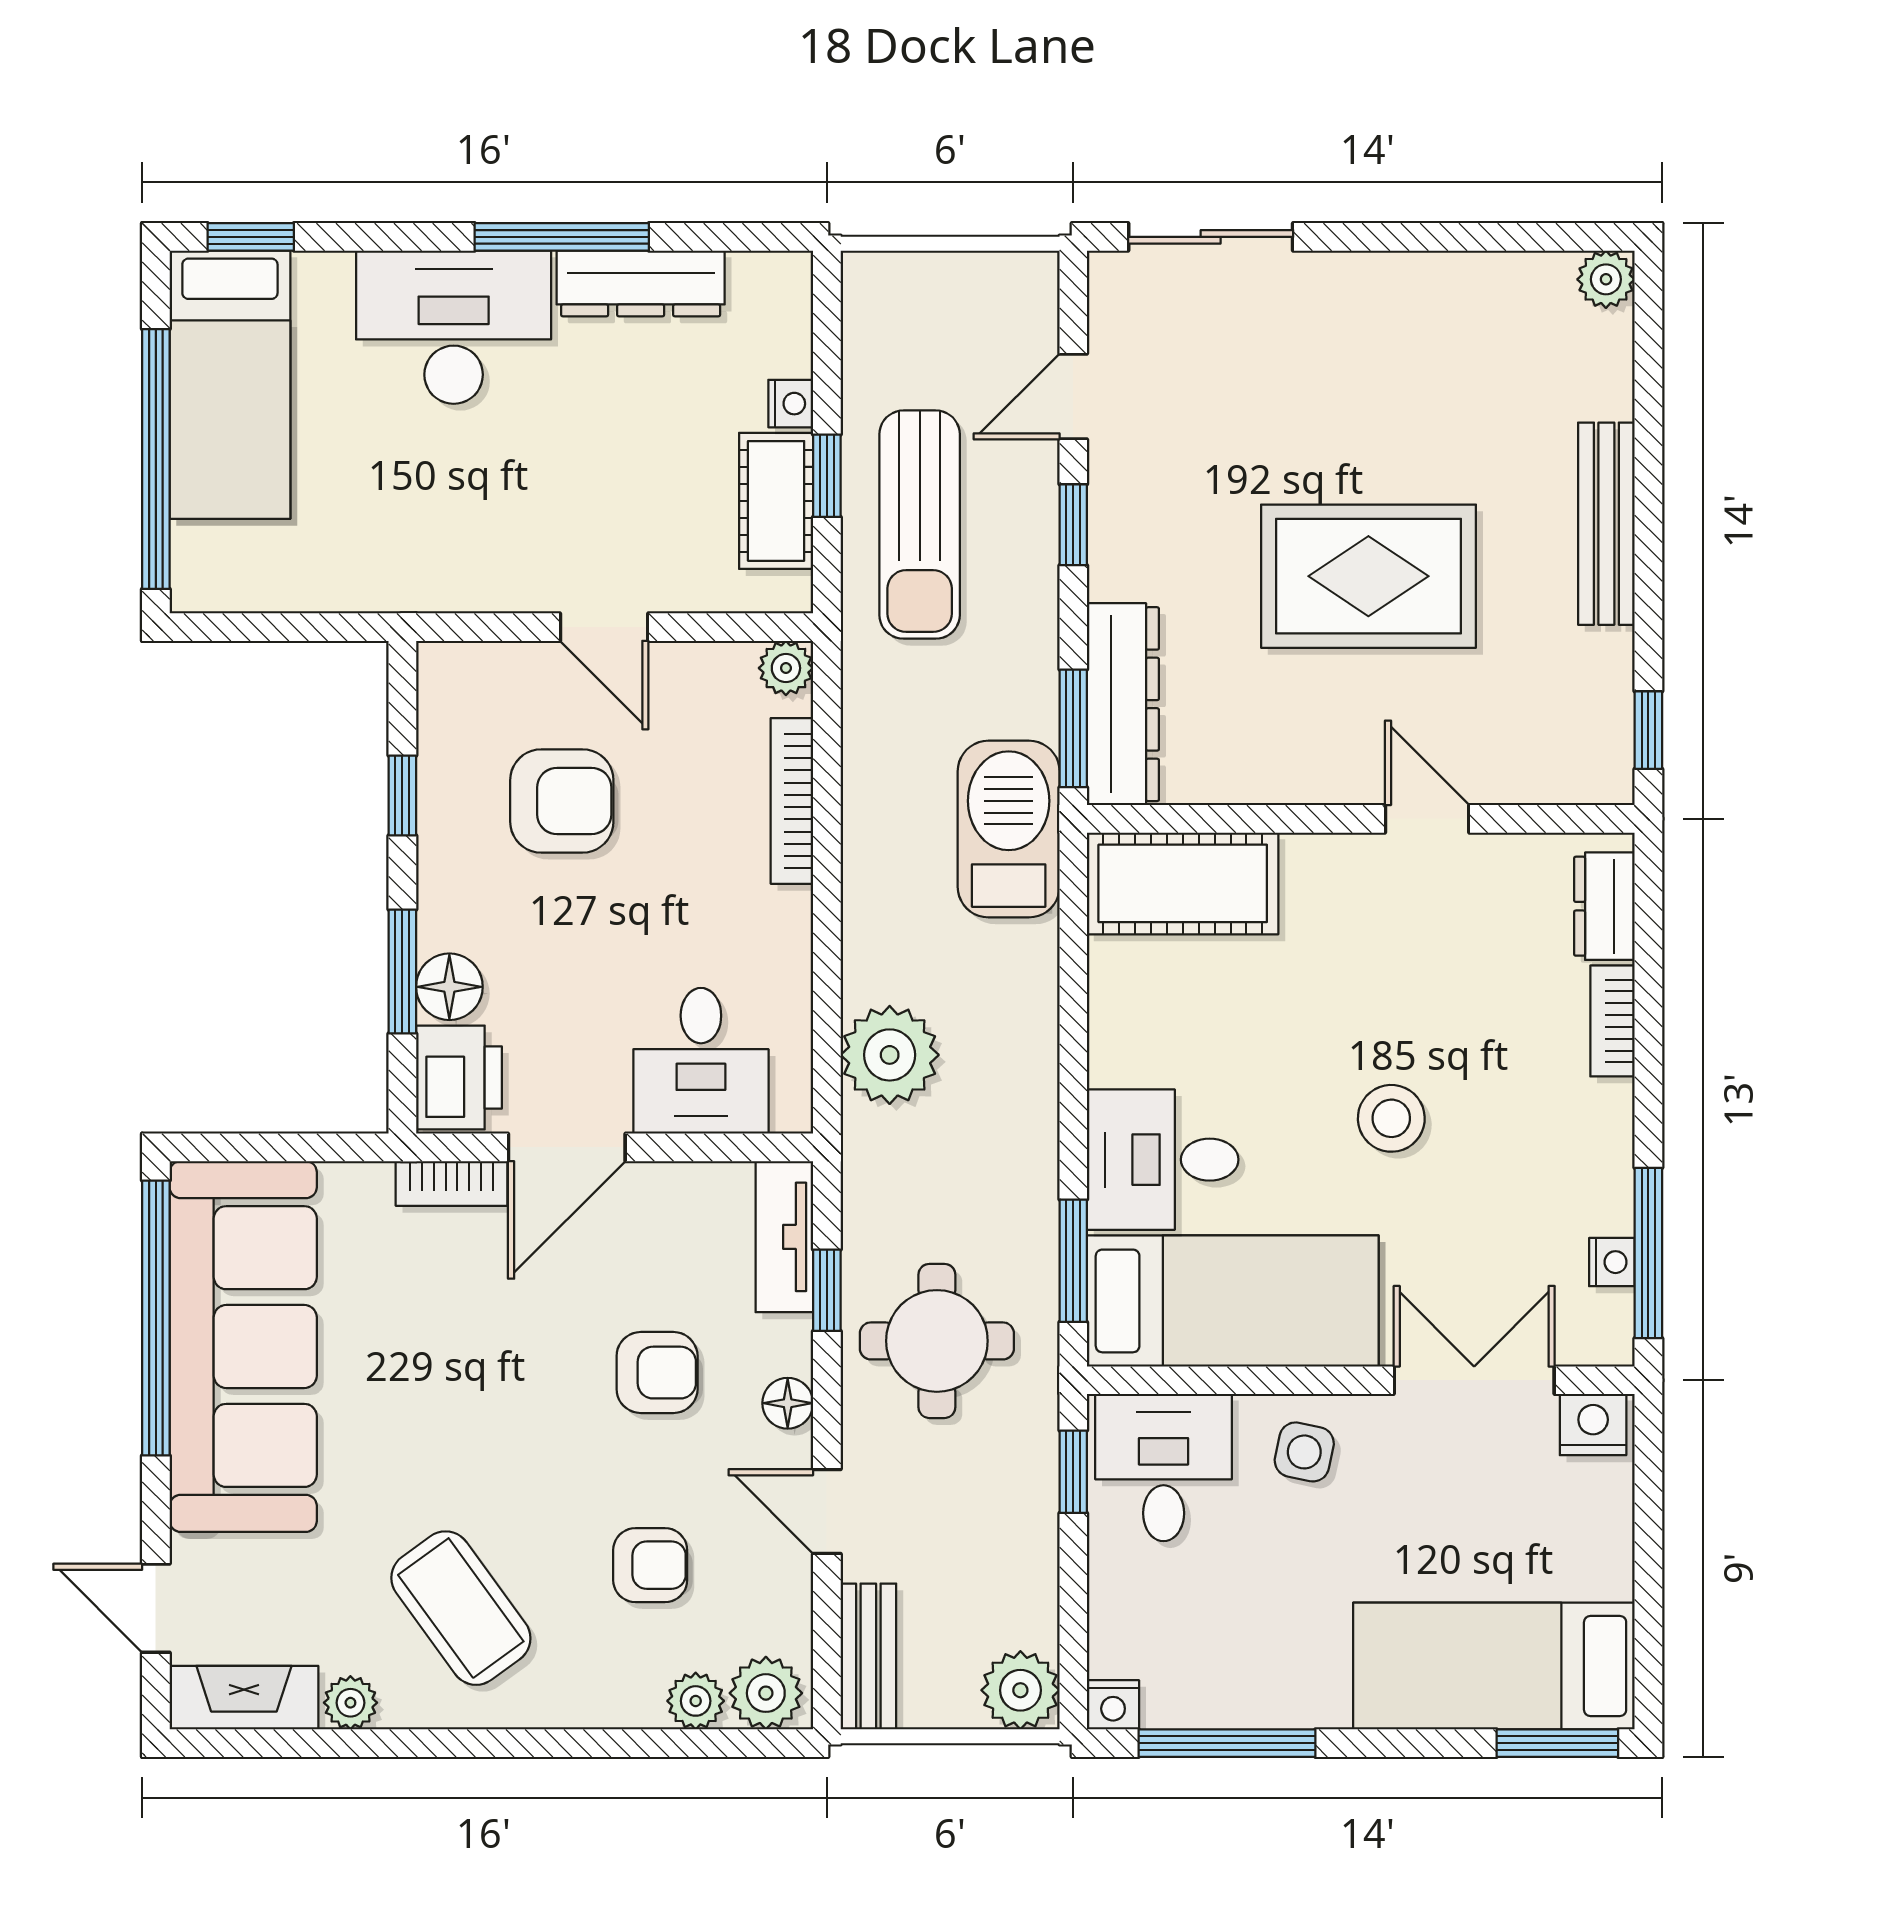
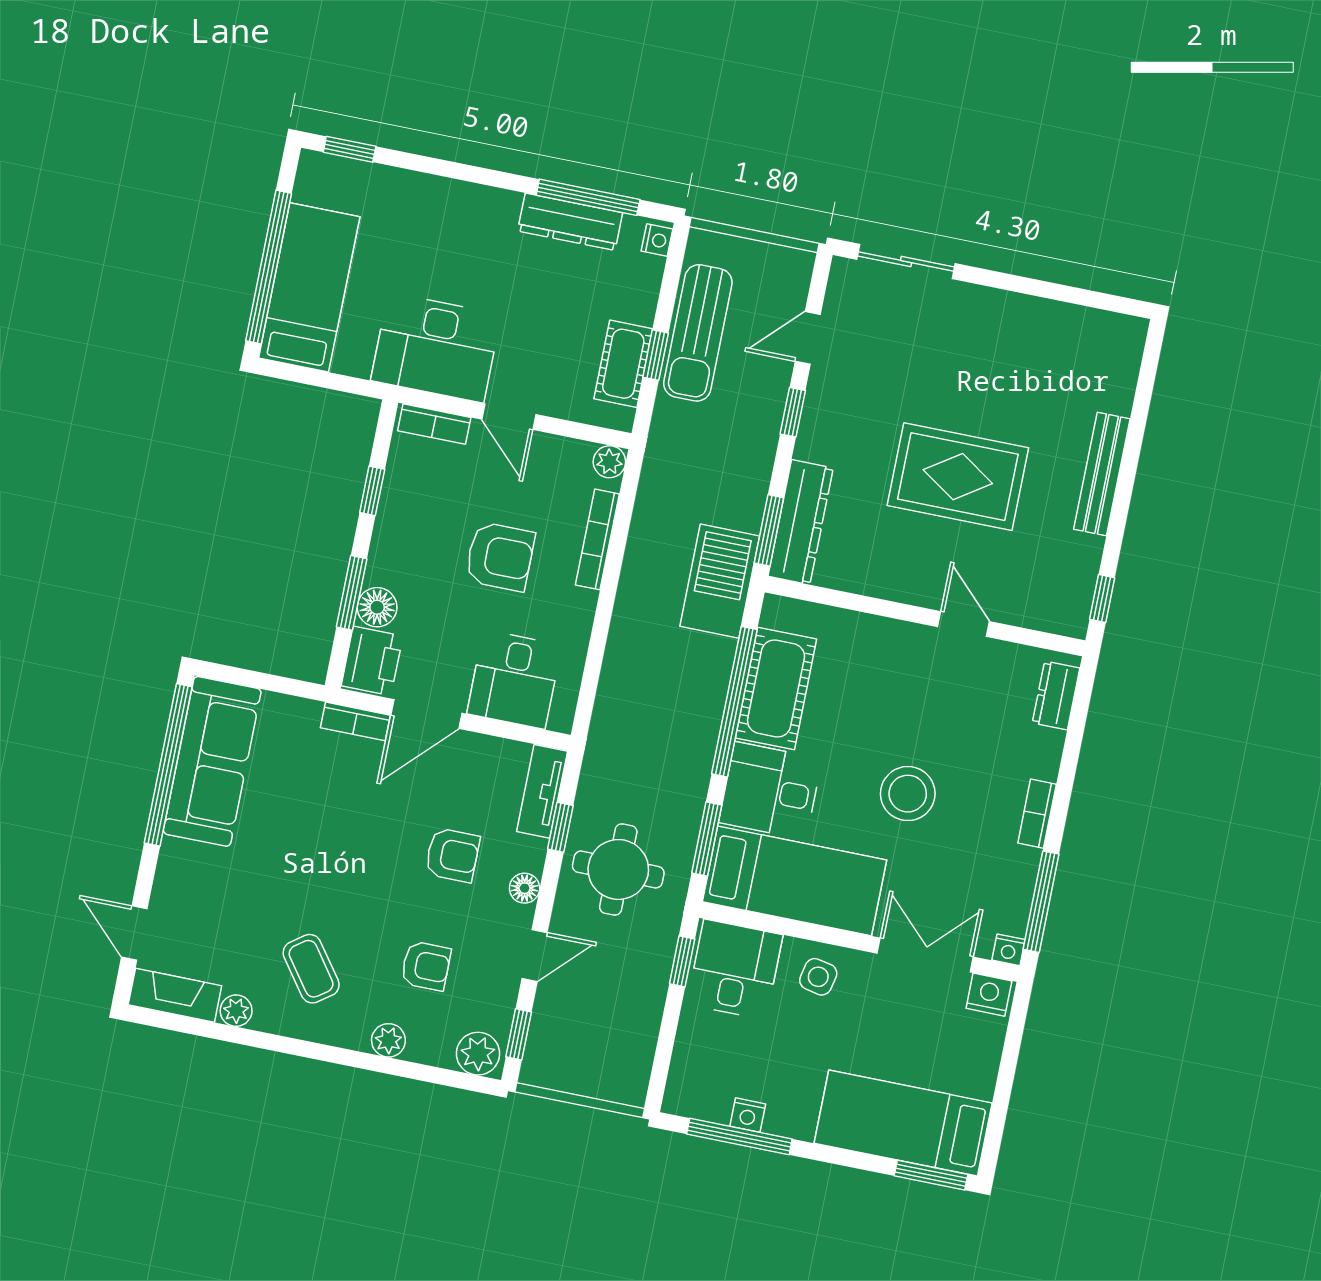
window: (562, 237) -> (588, 197), moved
plant: (1606, 279) -> (1130, 332), removed
desk: (454, 327) -> (436, 348), moved, turned 180
bed: (230, 385) -> (309, 287), moved, turned 180
nightstand: (791, 404) -> (657, 240), moved
sun lounger: (920, 525) -> (698, 333), moved
bookcase: (483, 664) -> (434, 424), added
armchair: (562, 801) -> (500, 557), moved
cot: (1183, 883) -> (776, 689), moved, turned 90
bookcase: (1612, 1021) -> (1037, 814), moved
window: (1073, 1024) -> (734, 702), added
plant: (890, 1055) -> (624, 698), removed
stool: (1391, 1118) -> (908, 794), width x1.38, depth x1.38
nightstand: (1612, 1262) -> (1008, 950), moved, turned 90
sofa: (243, 1347) -> (212, 761), width x0.74, depth x0.79
door: (827, 1511) -> (535, 955), swing flipped
coffee table: (461, 1608) -> (311, 969), width x0.73, depth x0.77
window: (827, 1648) -> (519, 1034), added
bench: (868, 1656) -> (542, 1044), removed
plant: (1020, 1690) -> (626, 1082), removed
plant: (696, 1701) -> (388, 1040), moved
nightstand: (1113, 1705) -> (748, 1115), moved

